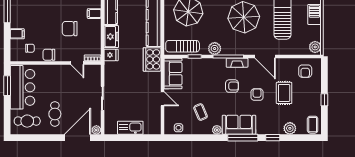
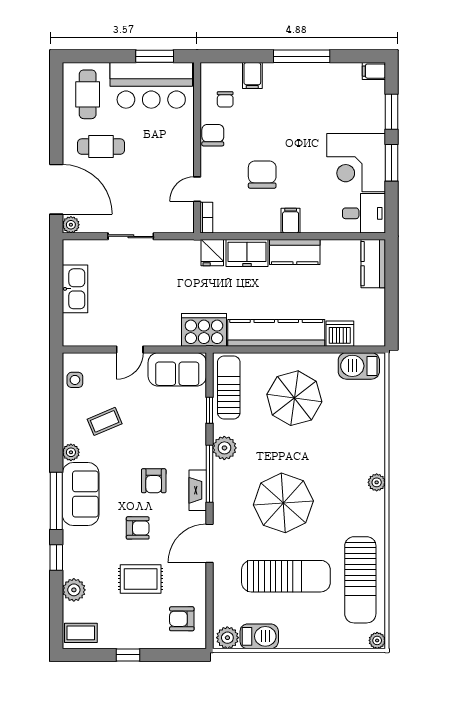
barbecue: (314, 14) -> (259, 636), moved

